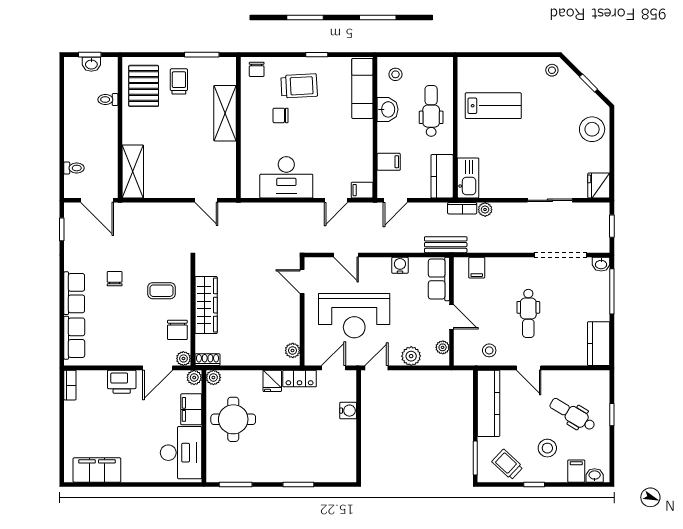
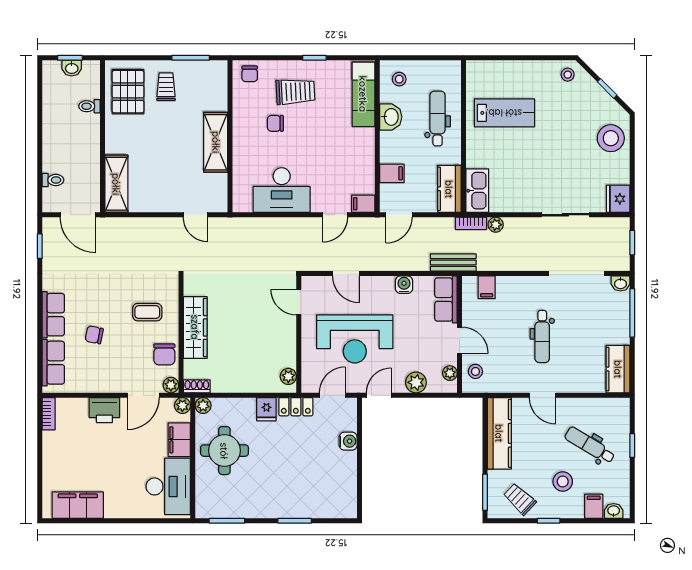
shelving: (225, 113) -> (216, 142), moved
chair: (115, 279) -> (94, 335), moved, turned -79
stool: (489, 350) -> (475, 371), moved

